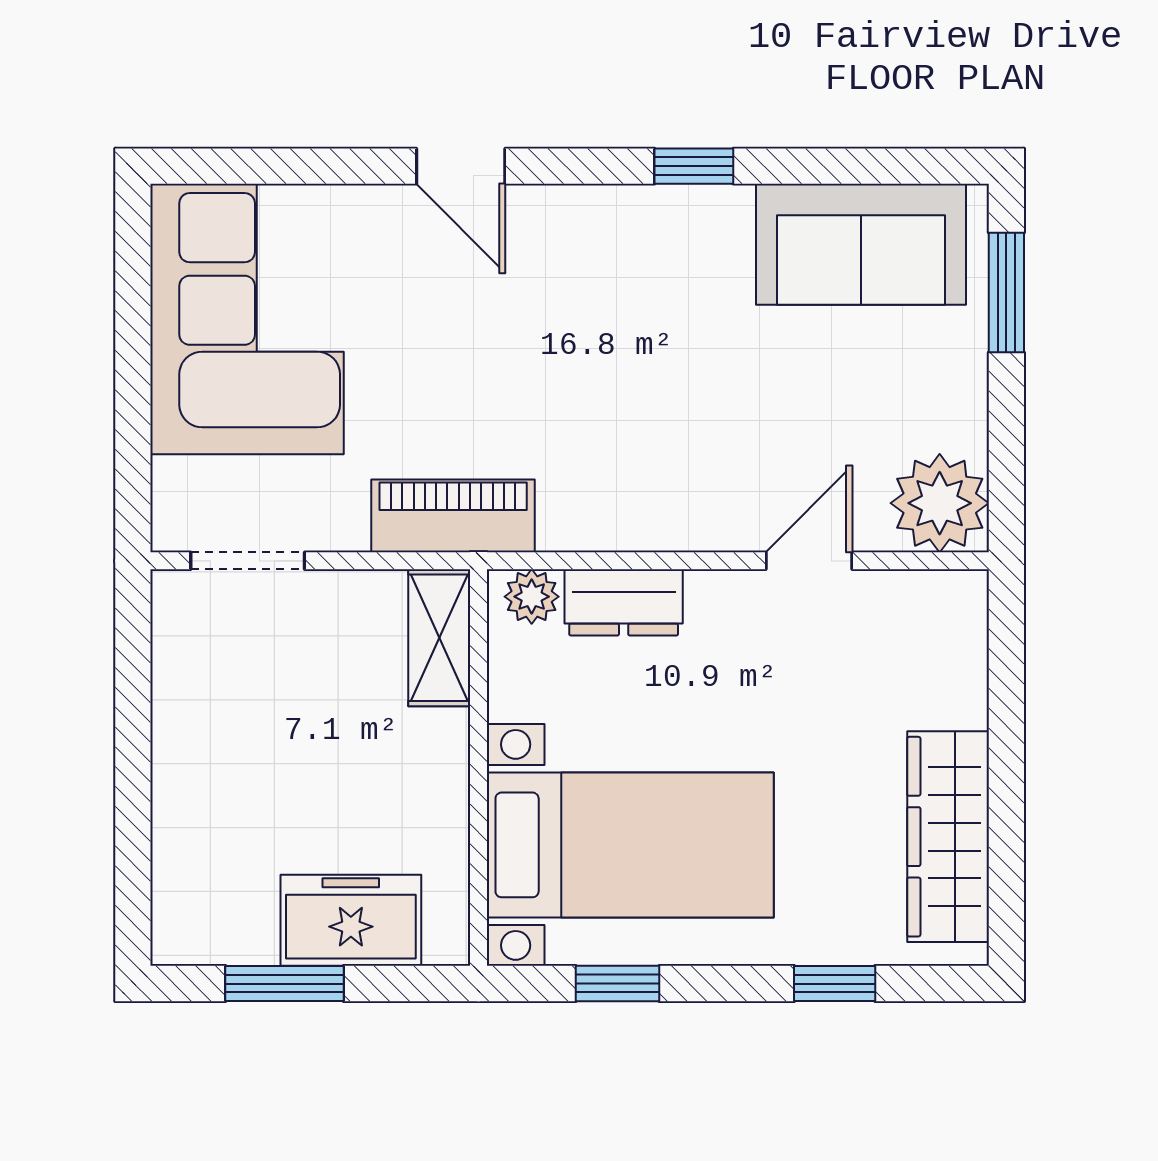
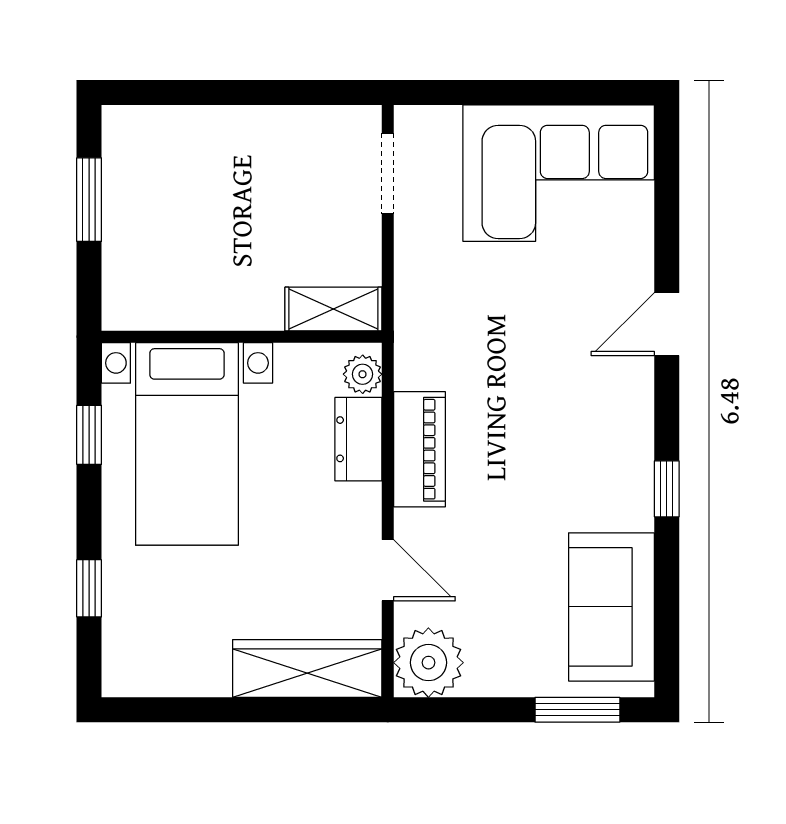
piano: (453, 516) -> (420, 449), moved
wardrobe: (948, 837) -> (307, 669), moved
freezer: (351, 920) -> (134, 246), removed

